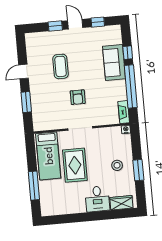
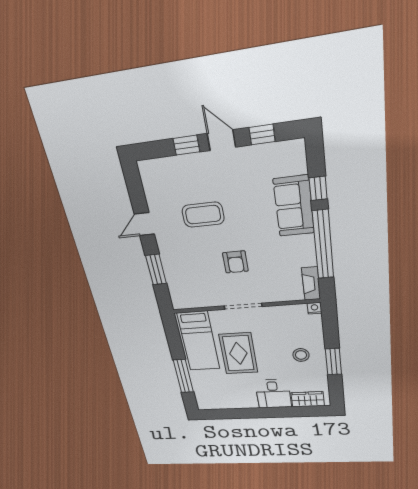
coffee table: (61, 66) -> (203, 215), turned 90

